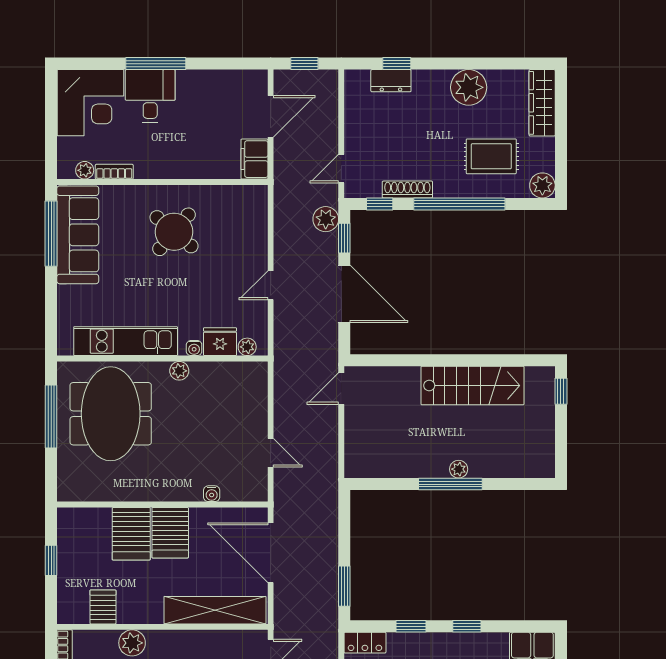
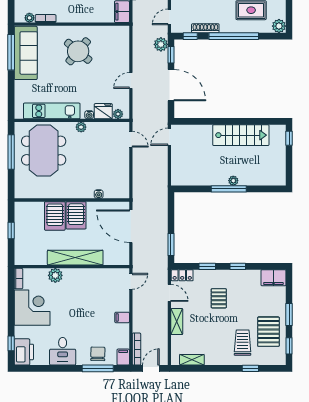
door: (271, 453) -> (131, 139), moved
server rack: (103, 607) -> (39, 256), removed
shelving: (215, 610) -> (75, 258), moved

